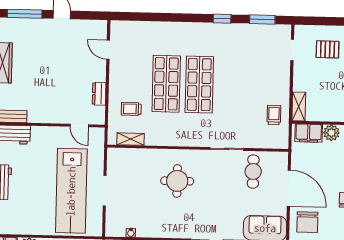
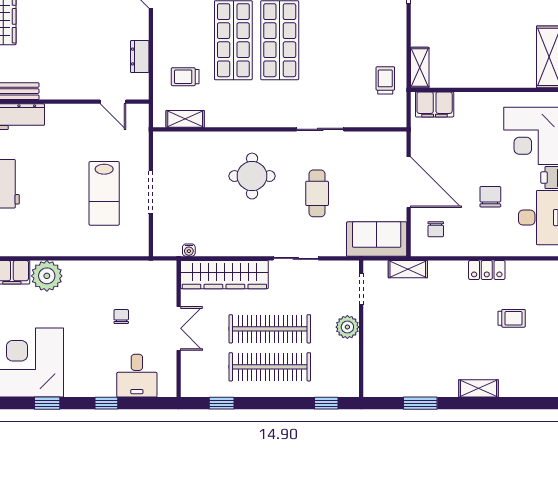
plant: (331, 133) -> (466, 103), removed
cafe table: (253, 172) -> (317, 193), moved
lab bench: (71, 191) -> (104, 193), width x0.54, depth x0.72
chair: (307, 222) -> (436, 229), width x0.54, depth x0.54

